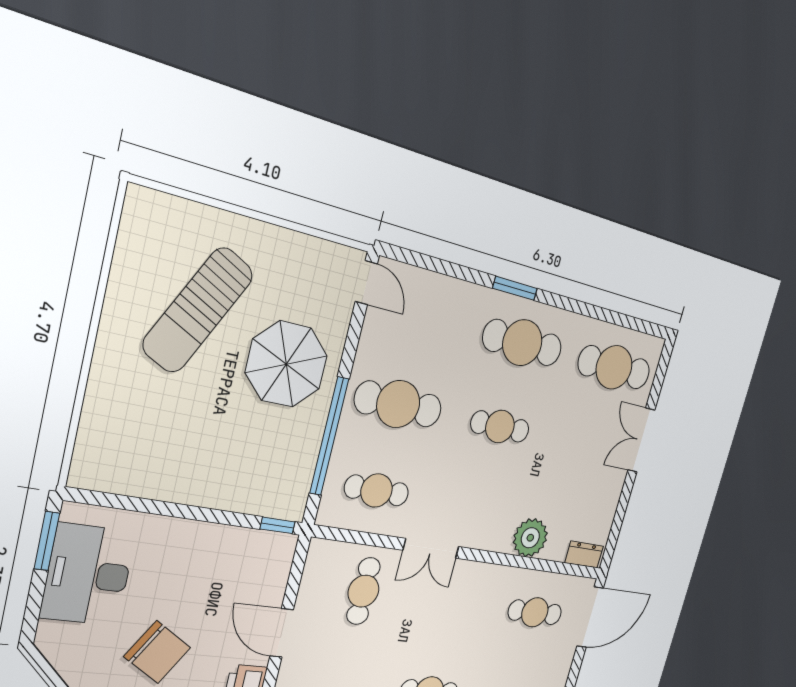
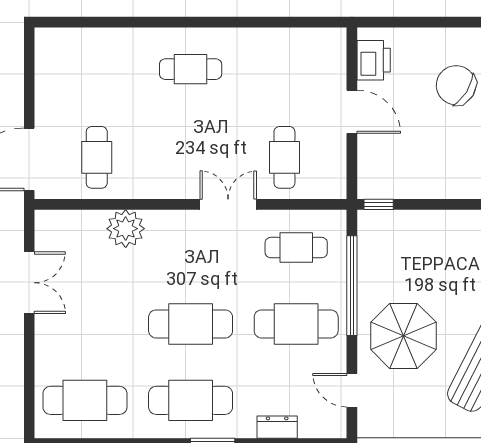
door: (366, 283) -> (352, 390), moved
cafe table: (500, 427) -> (191, 324), width x1.37, depth x1.35
double door: (641, 440) -> (29, 283), moved
dresser: (584, 555) -> (277, 427), moved, turned 180
cafe table: (535, 612) -> (97, 157), turned 90

